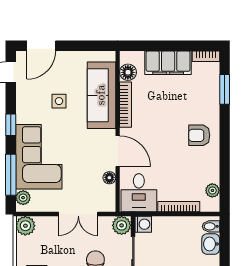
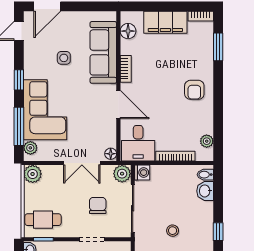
bookcase: (125, 105) -> (126, 69), width x0.64
armchair: (199, 135) -> (194, 90), turned -90
floor lamp: (109, 178) -> (111, 154), moved

